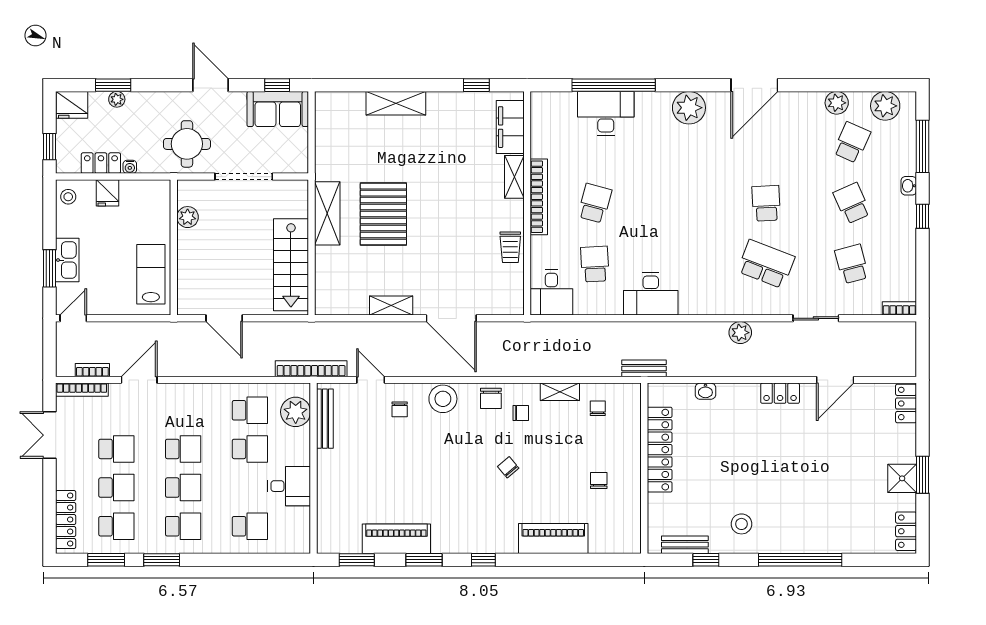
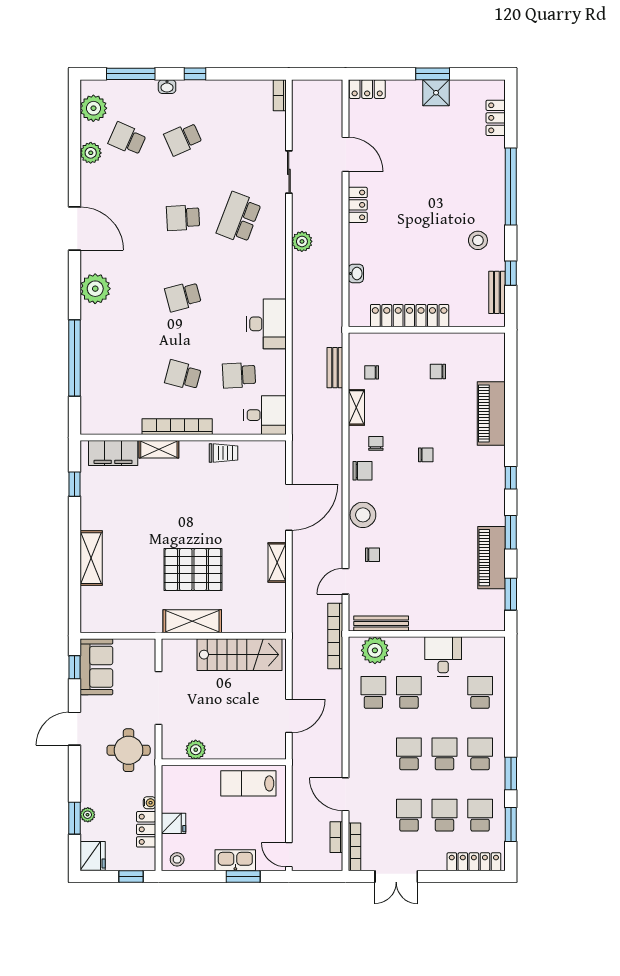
desk: (606, 113) -> (101, 365), removed
school desk: (852, 264) -> (183, 296), moved
bench: (644, 368) -> (335, 368), moved
chair: (508, 467) -> (426, 455), turned -140
locker: (906, 531) -> (496, 118), moved, turned 90

